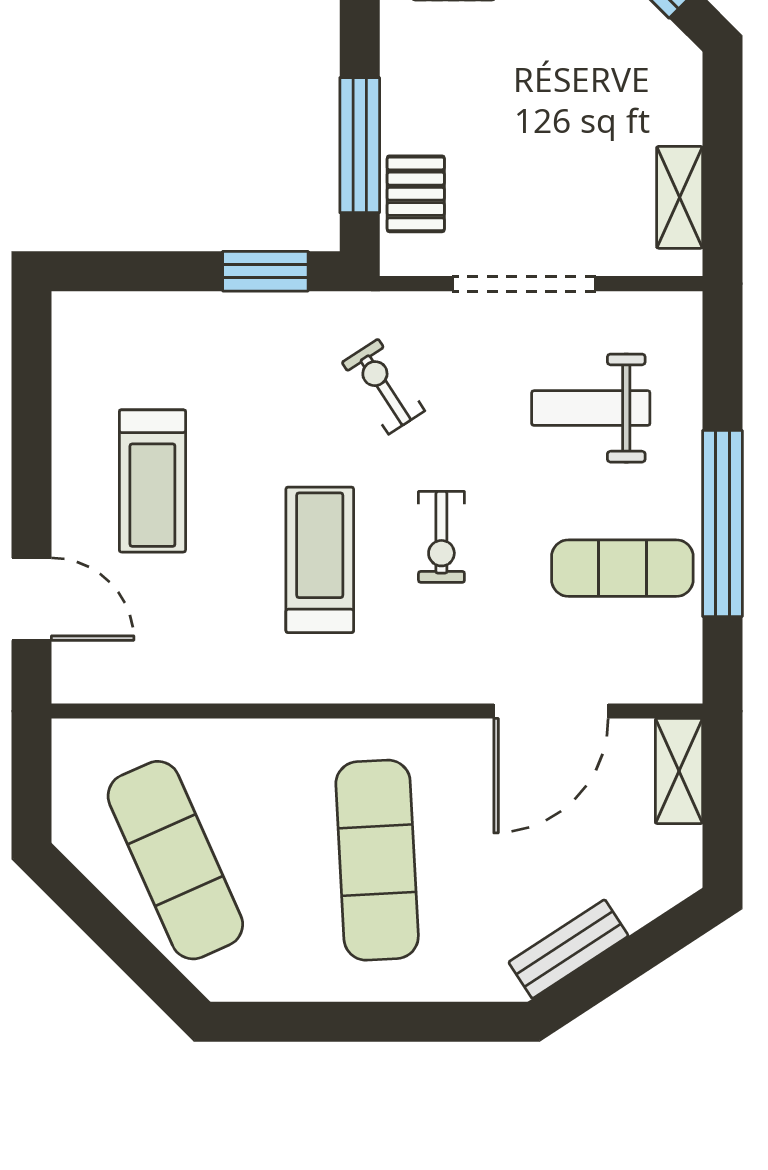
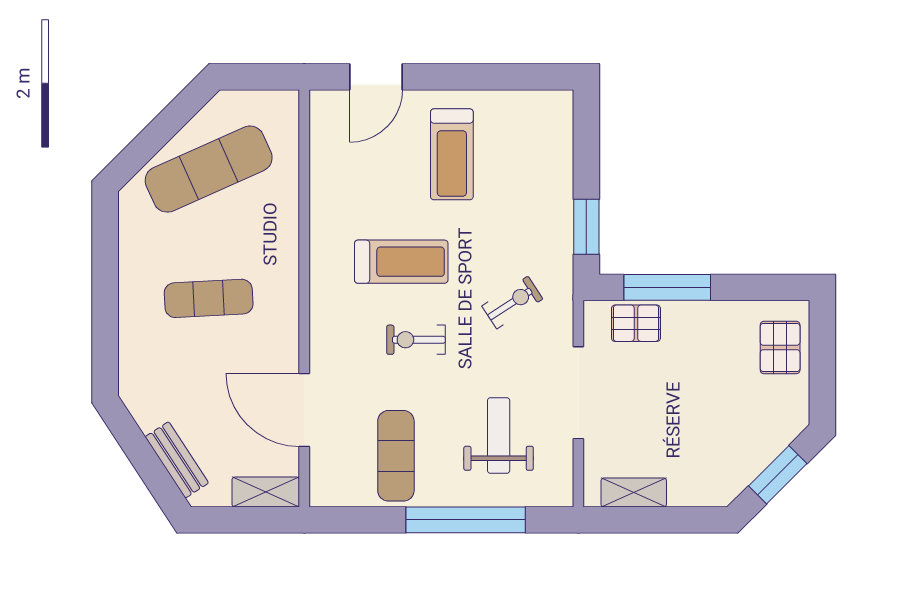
treadmill: (152, 481) -> (452, 154), turned -90
window: (722, 524) -> (466, 520), moved
exercise mat: (377, 860) -> (209, 298), width x0.73, depth x0.69
bench: (568, 949) -> (177, 460), moved

